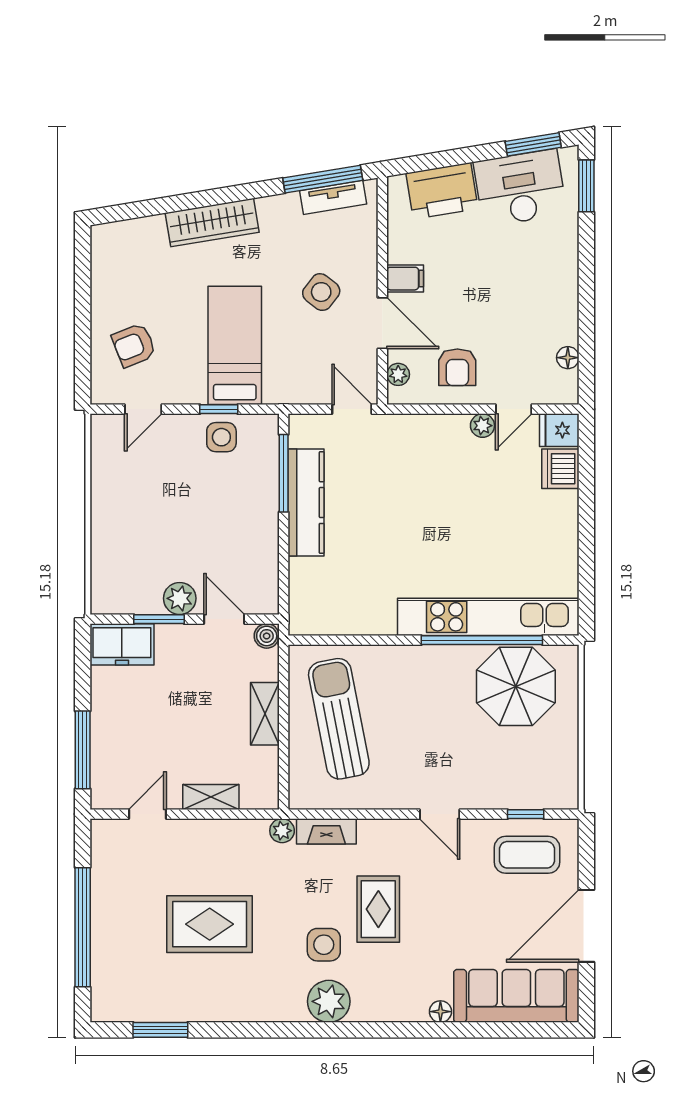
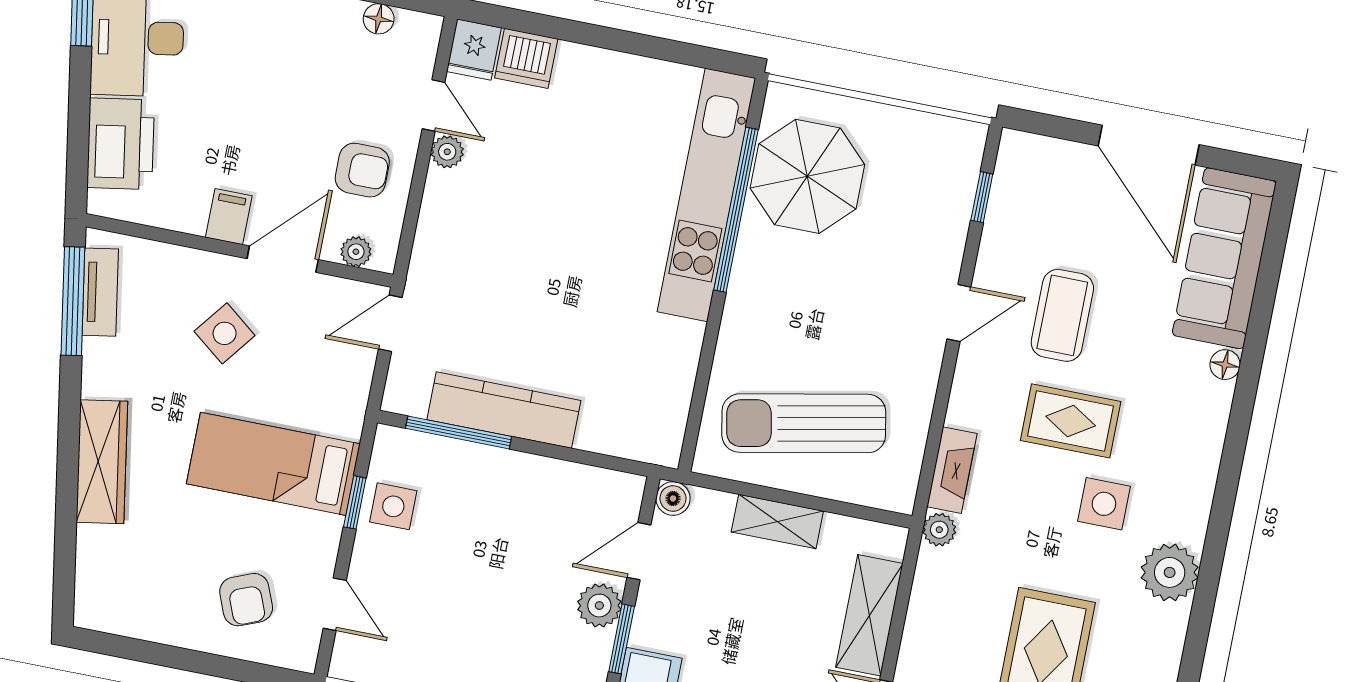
shelving: (211, 797) -> (869, 615), width x1.50, depth x1.33
coffee table: (527, 855) -> (1062, 315), moved
plant: (329, 1001) -> (1170, 572), moved

